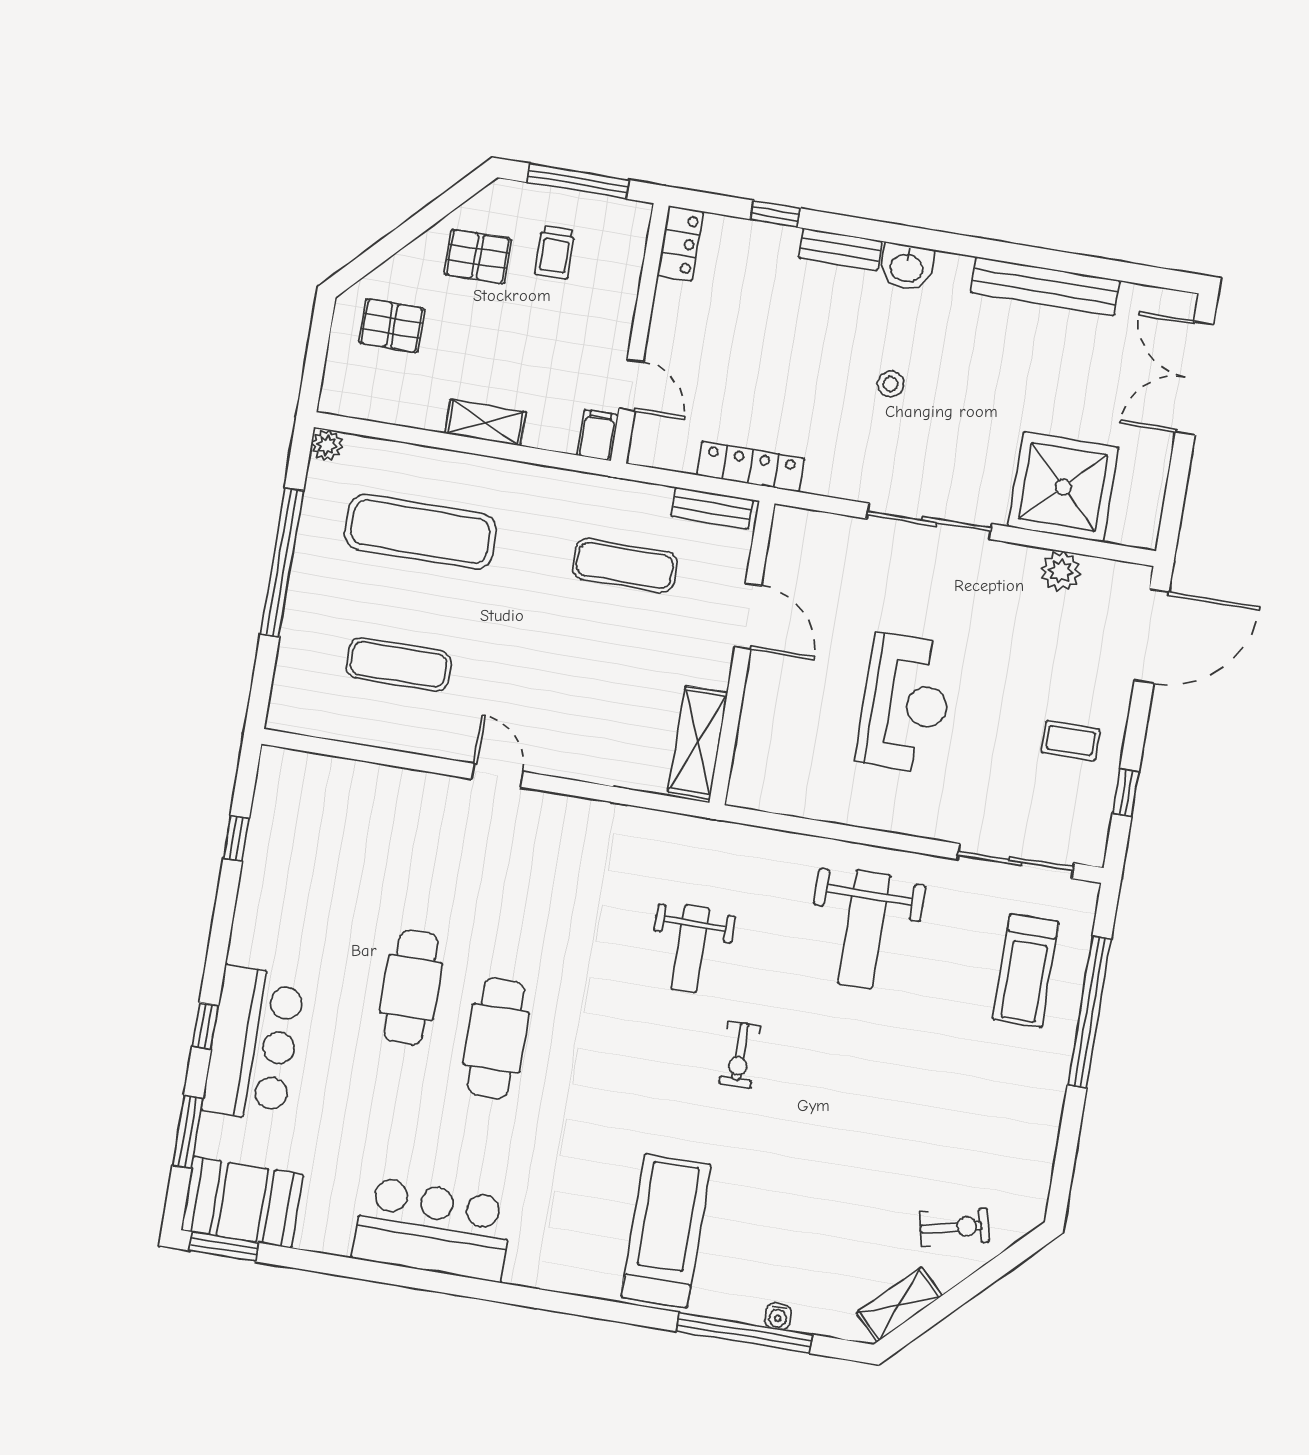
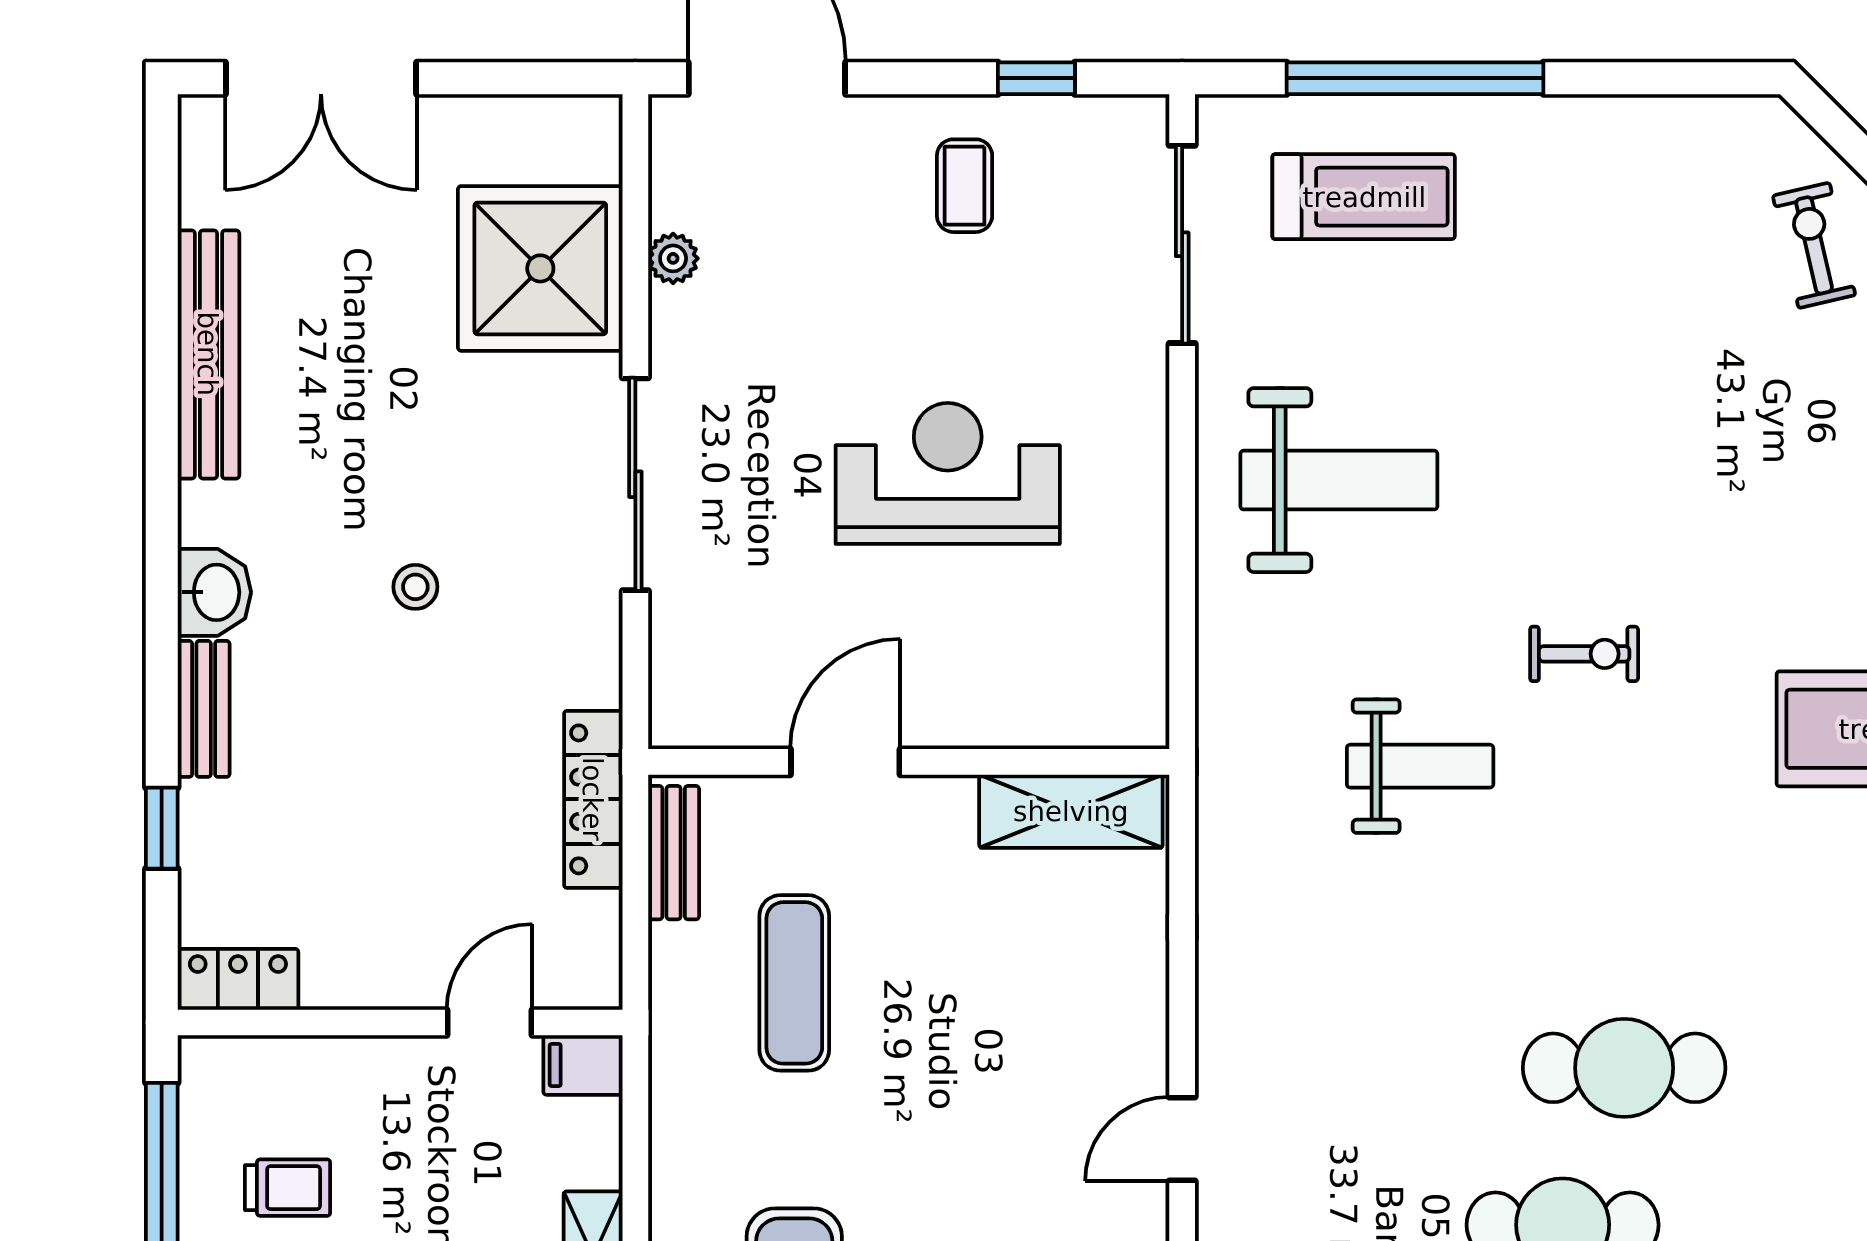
plant: (1061, 571) -> (673, 258), width x0.73, depth x0.73

